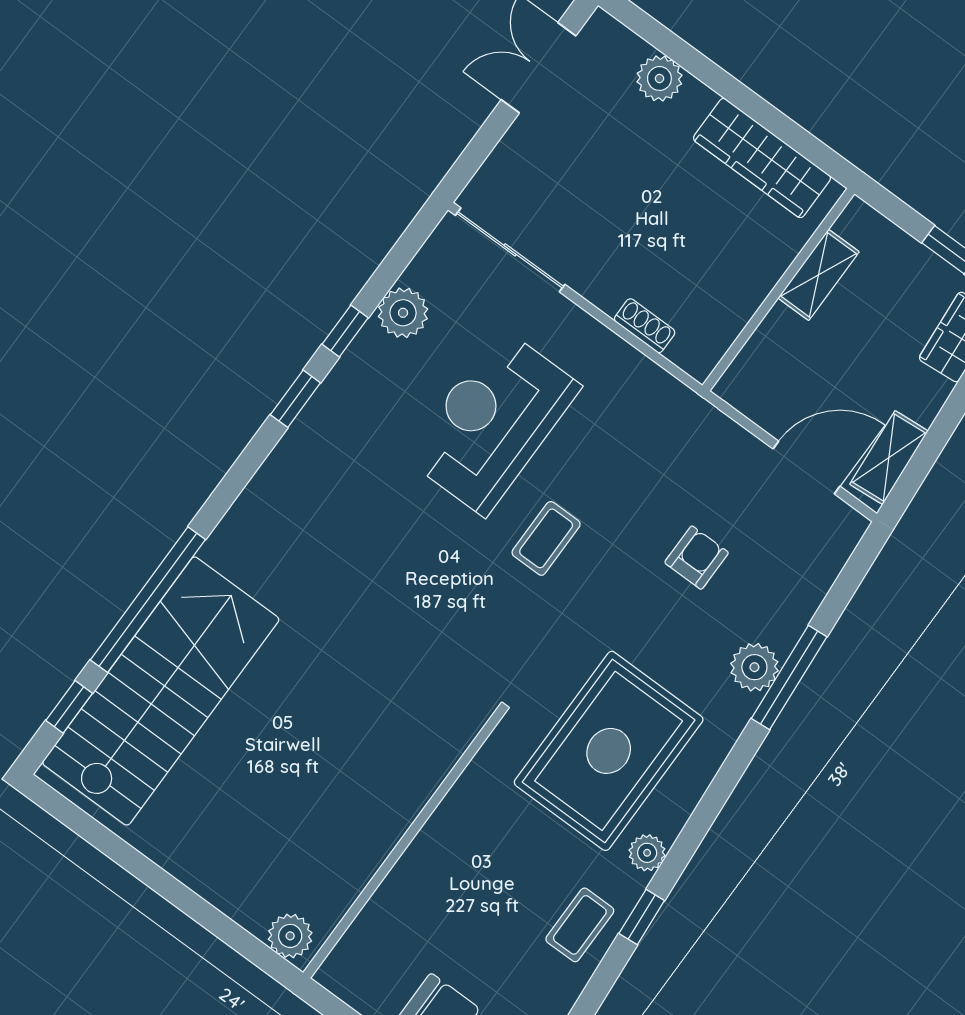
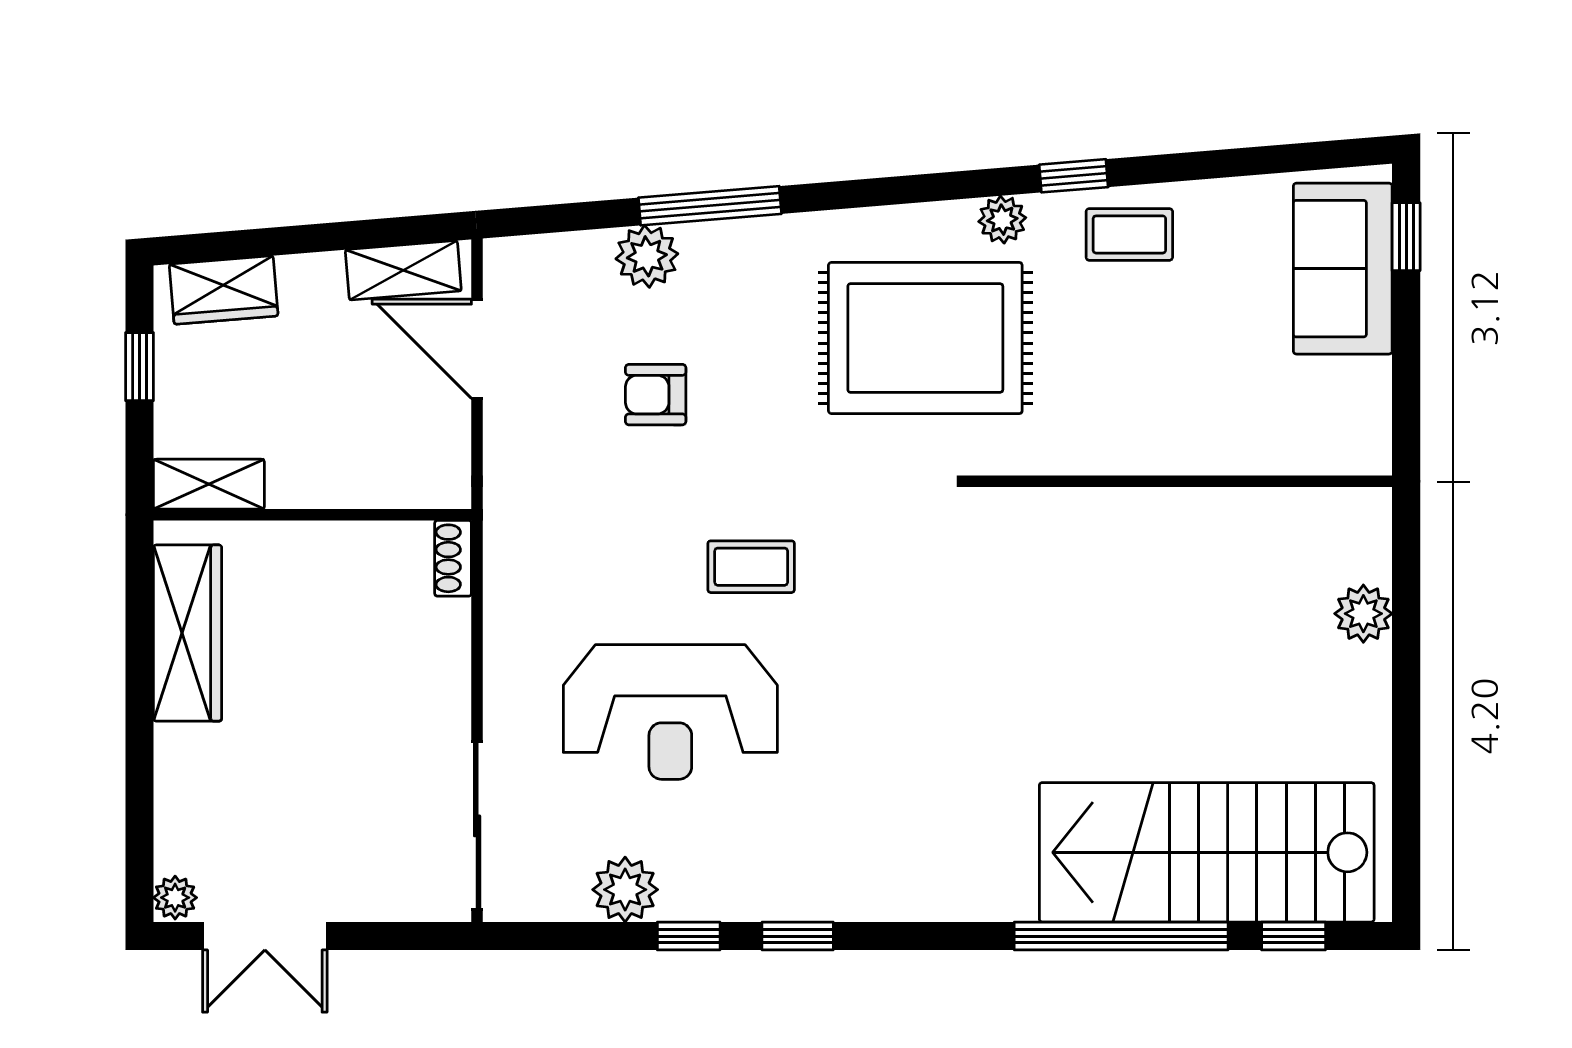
plant: (659, 78) -> (175, 898), moved, width x0.73, depth x0.73
shelving: (819, 275) -> (209, 484), moved
shoe rack: (645, 326) -> (453, 558), moved
plant: (754, 667) -> (647, 256), moved
plant: (290, 936) -> (1363, 614), moved

